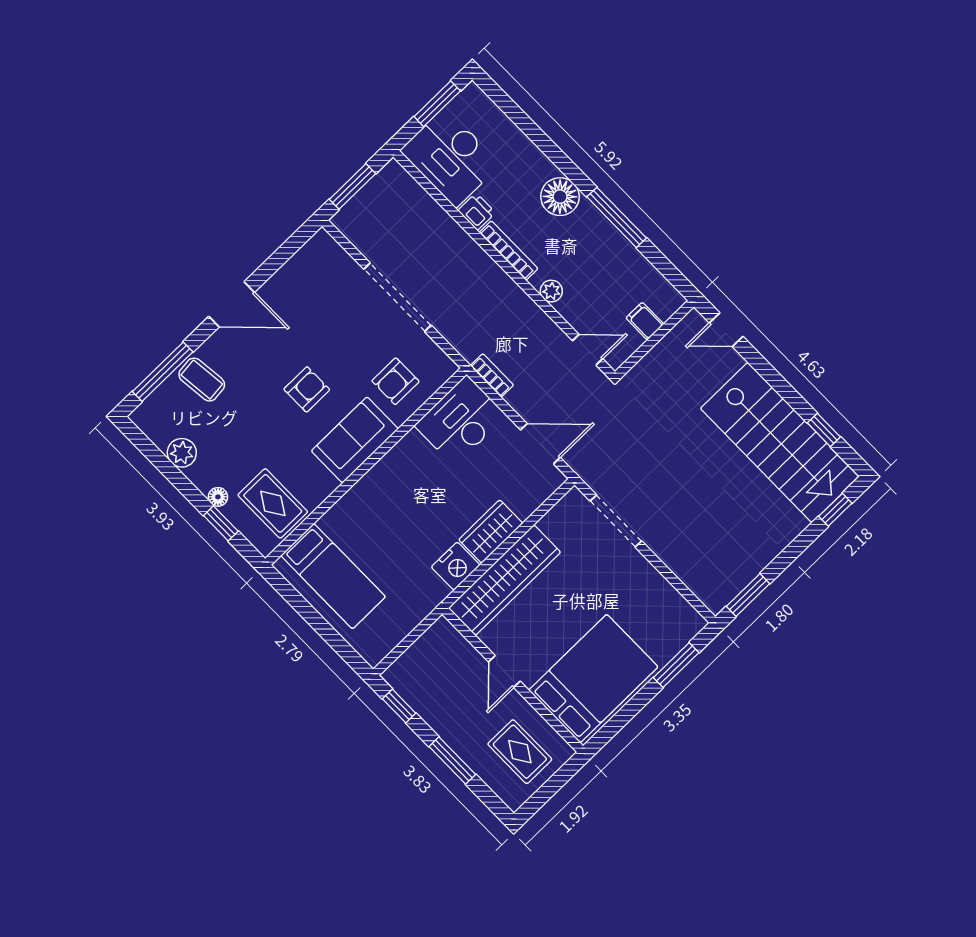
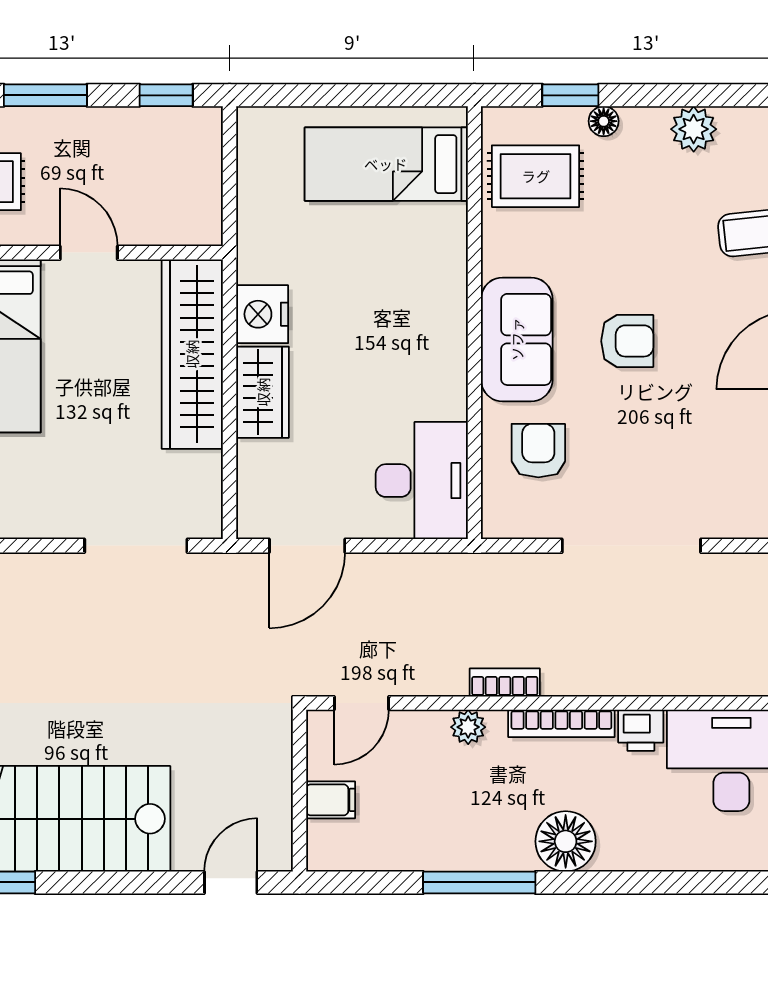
bookcase: (492, 375) -> (505, 683), moved, turned 180
armchair: (307, 389) -> (627, 341), turned -90

